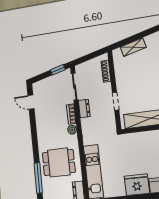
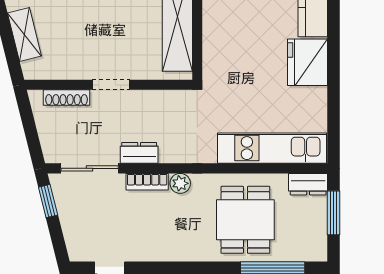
doorway: (116, 101) -> (111, 85), moved

